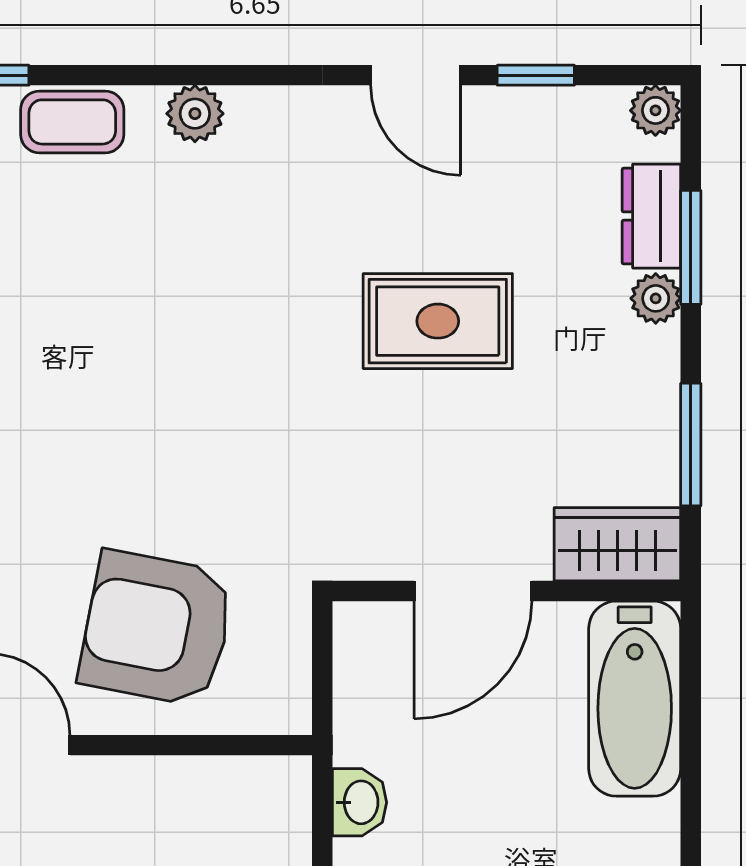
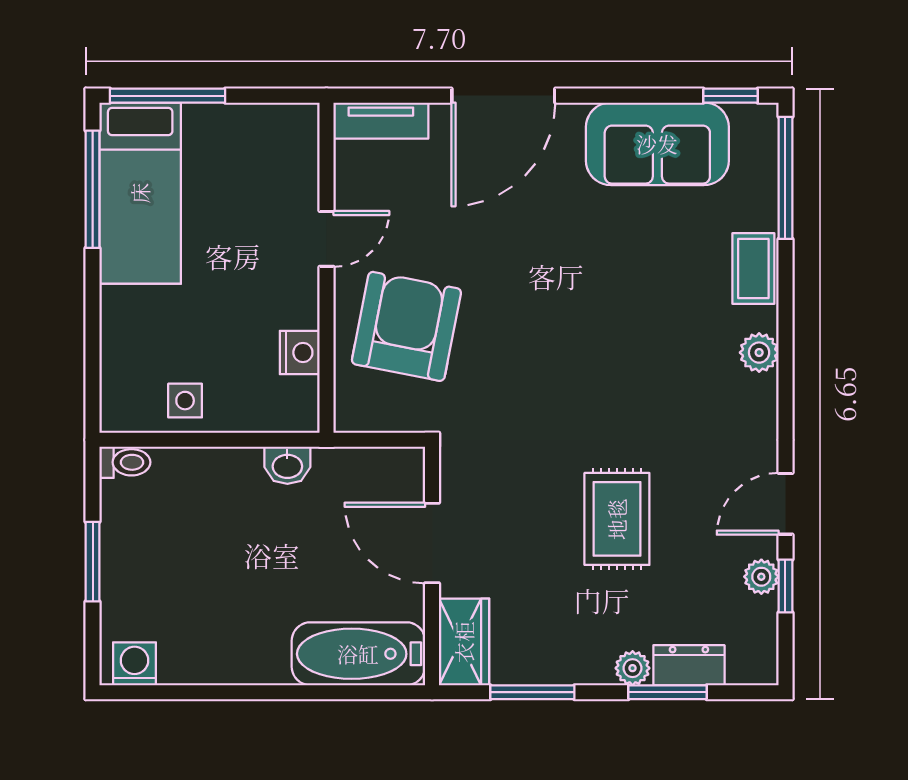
plant: (655, 110) -> (761, 577), moved
nightstand: (195, 784) -> (300, 353), added

